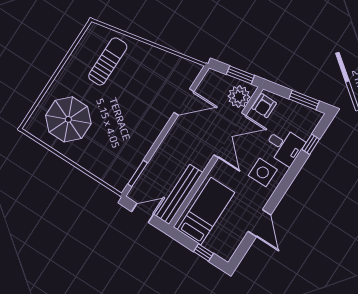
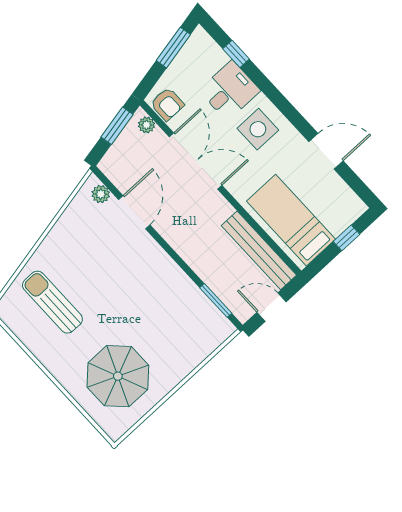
plant: (191, 76) -> (101, 194), added
plant: (239, 97) -> (146, 125), width x0.53, depth x0.53
door: (143, 213) -> (271, 307), hinge flipped

